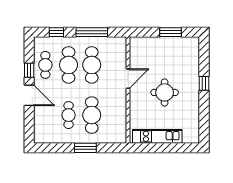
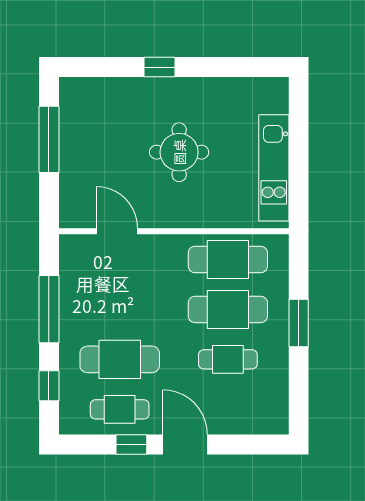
window: (170, 32) -> (49, 139), width x1.44
cafe table: (92, 65) -> (228, 259), moved
door: (128, 79) -> (117, 231), moved
door: (29, 95) -> (185, 445), hinge flipped

